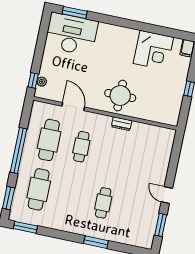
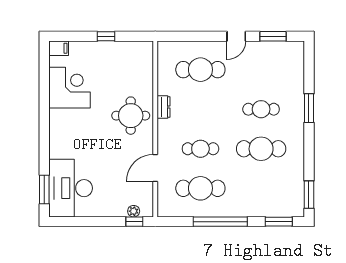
cafe table: (146, 160) -> (200, 70), added
cafe table: (39, 189) -> (261, 149), moved

